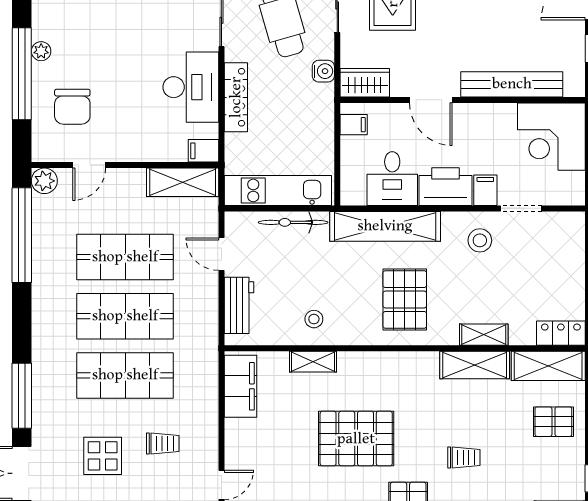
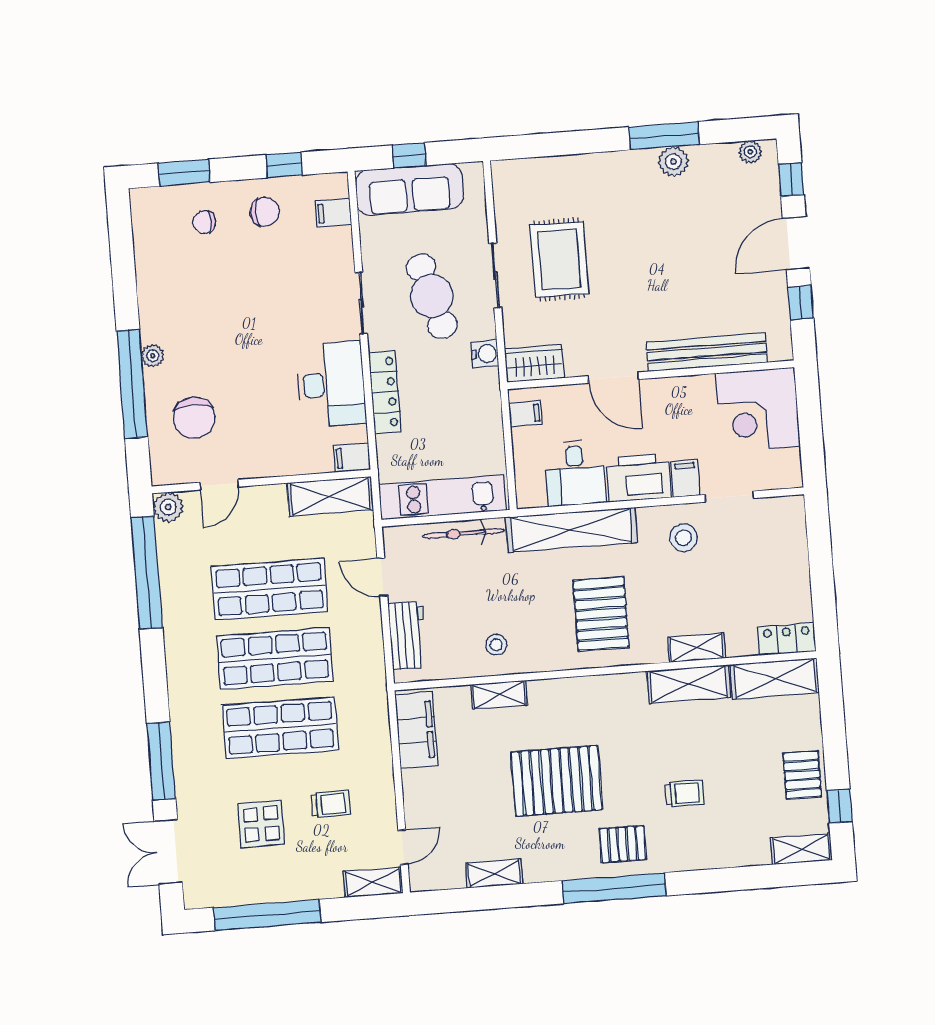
pallet: (553, 422) -> (802, 775), moved, turned 90

